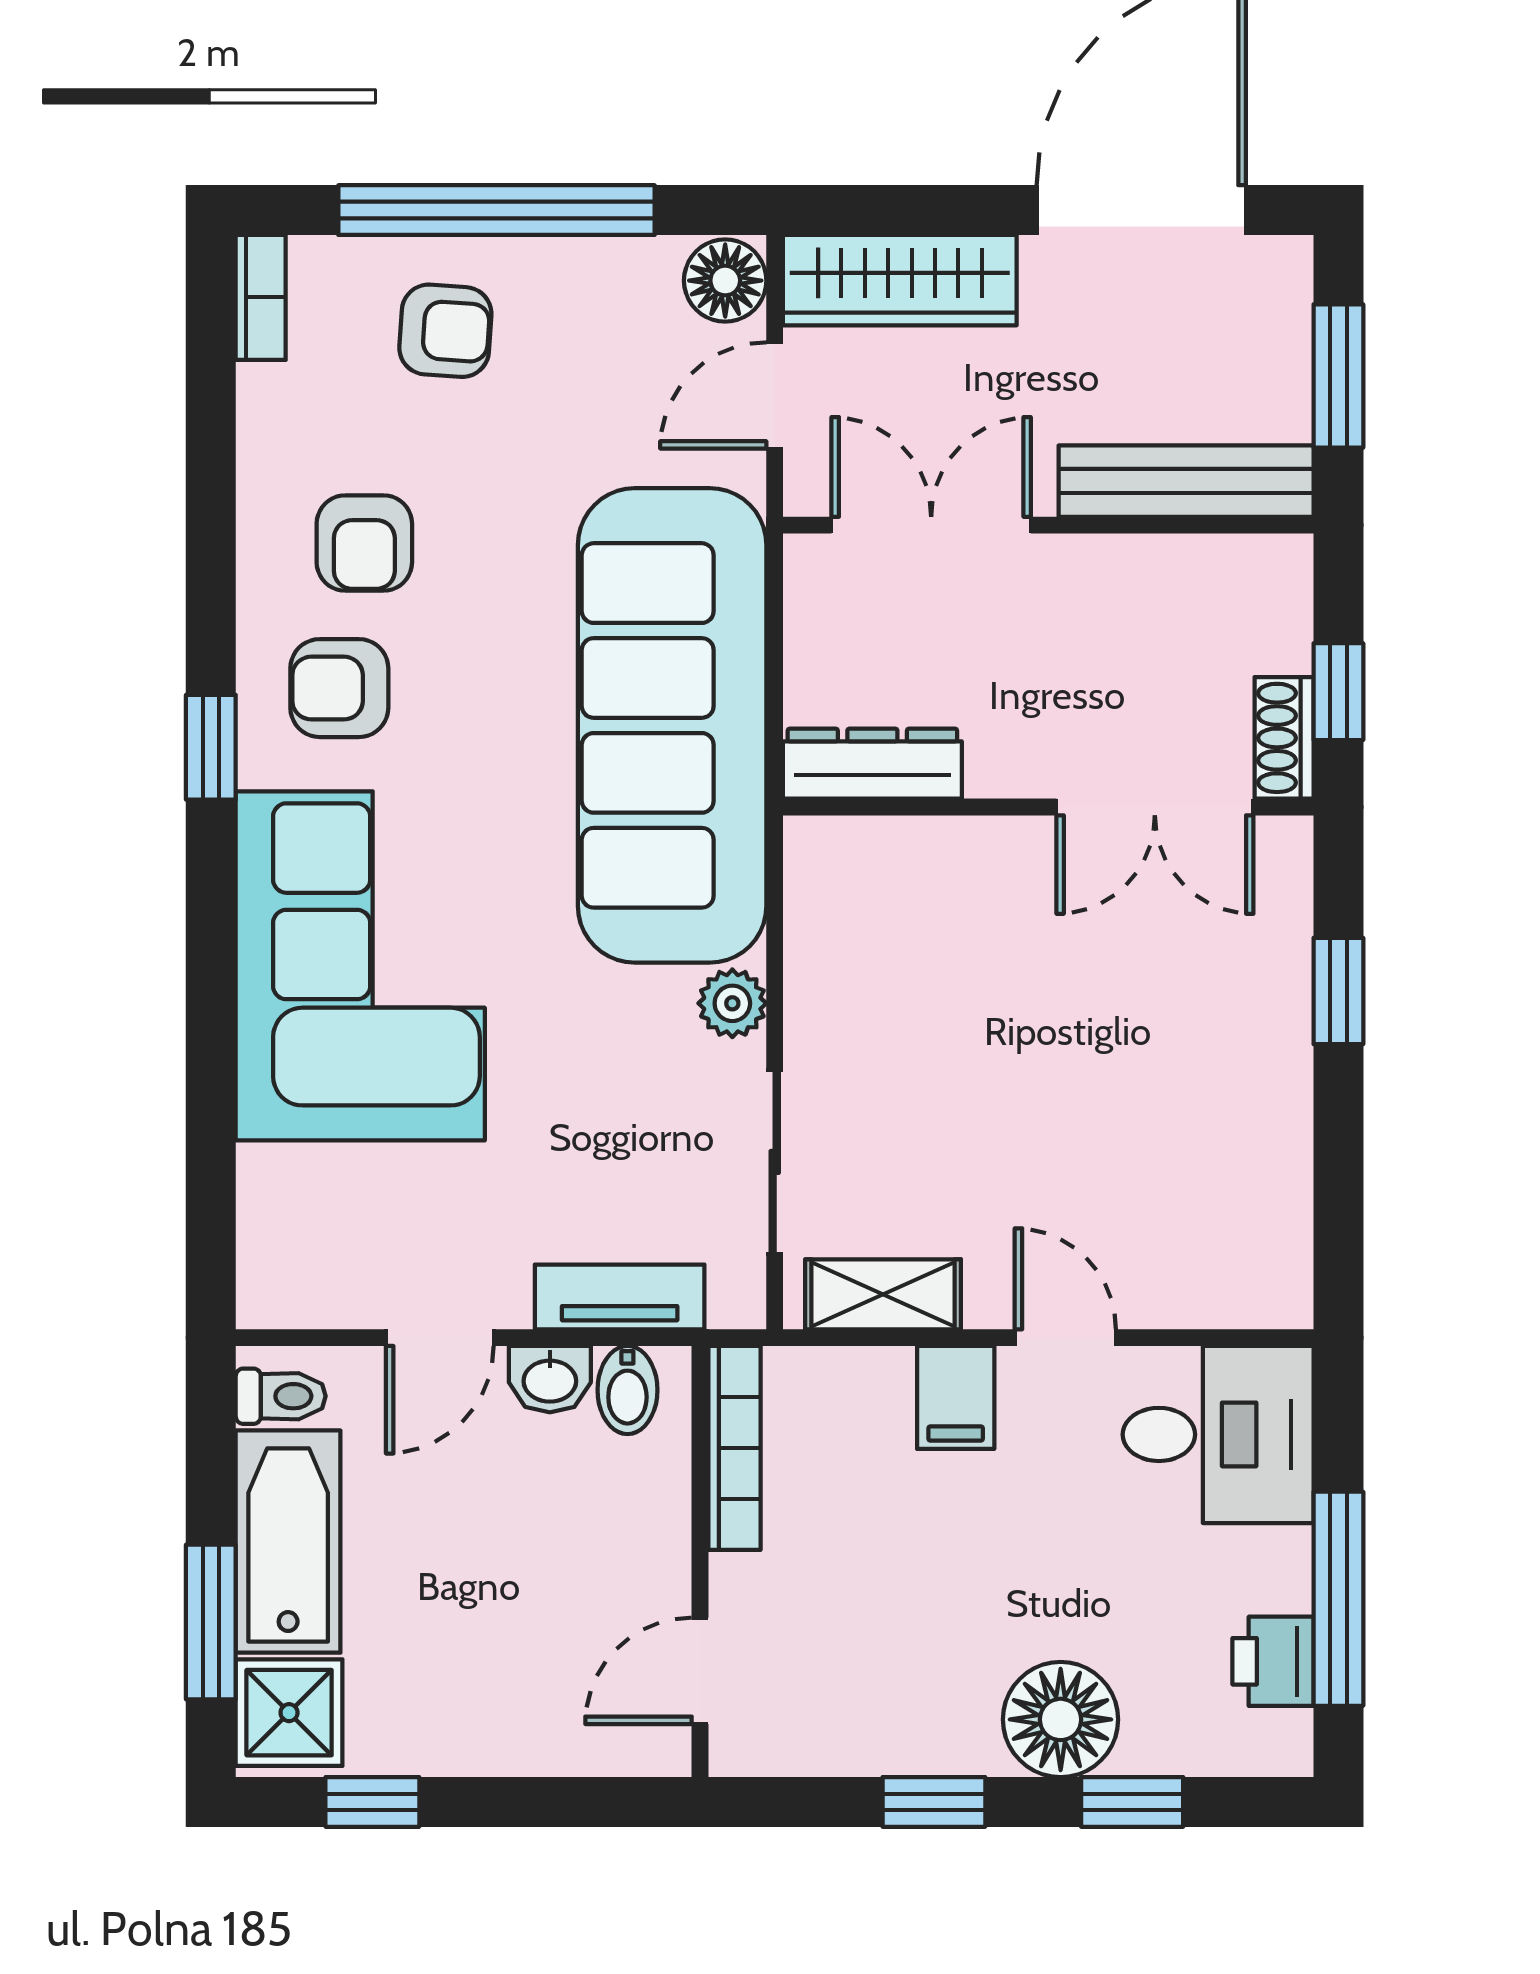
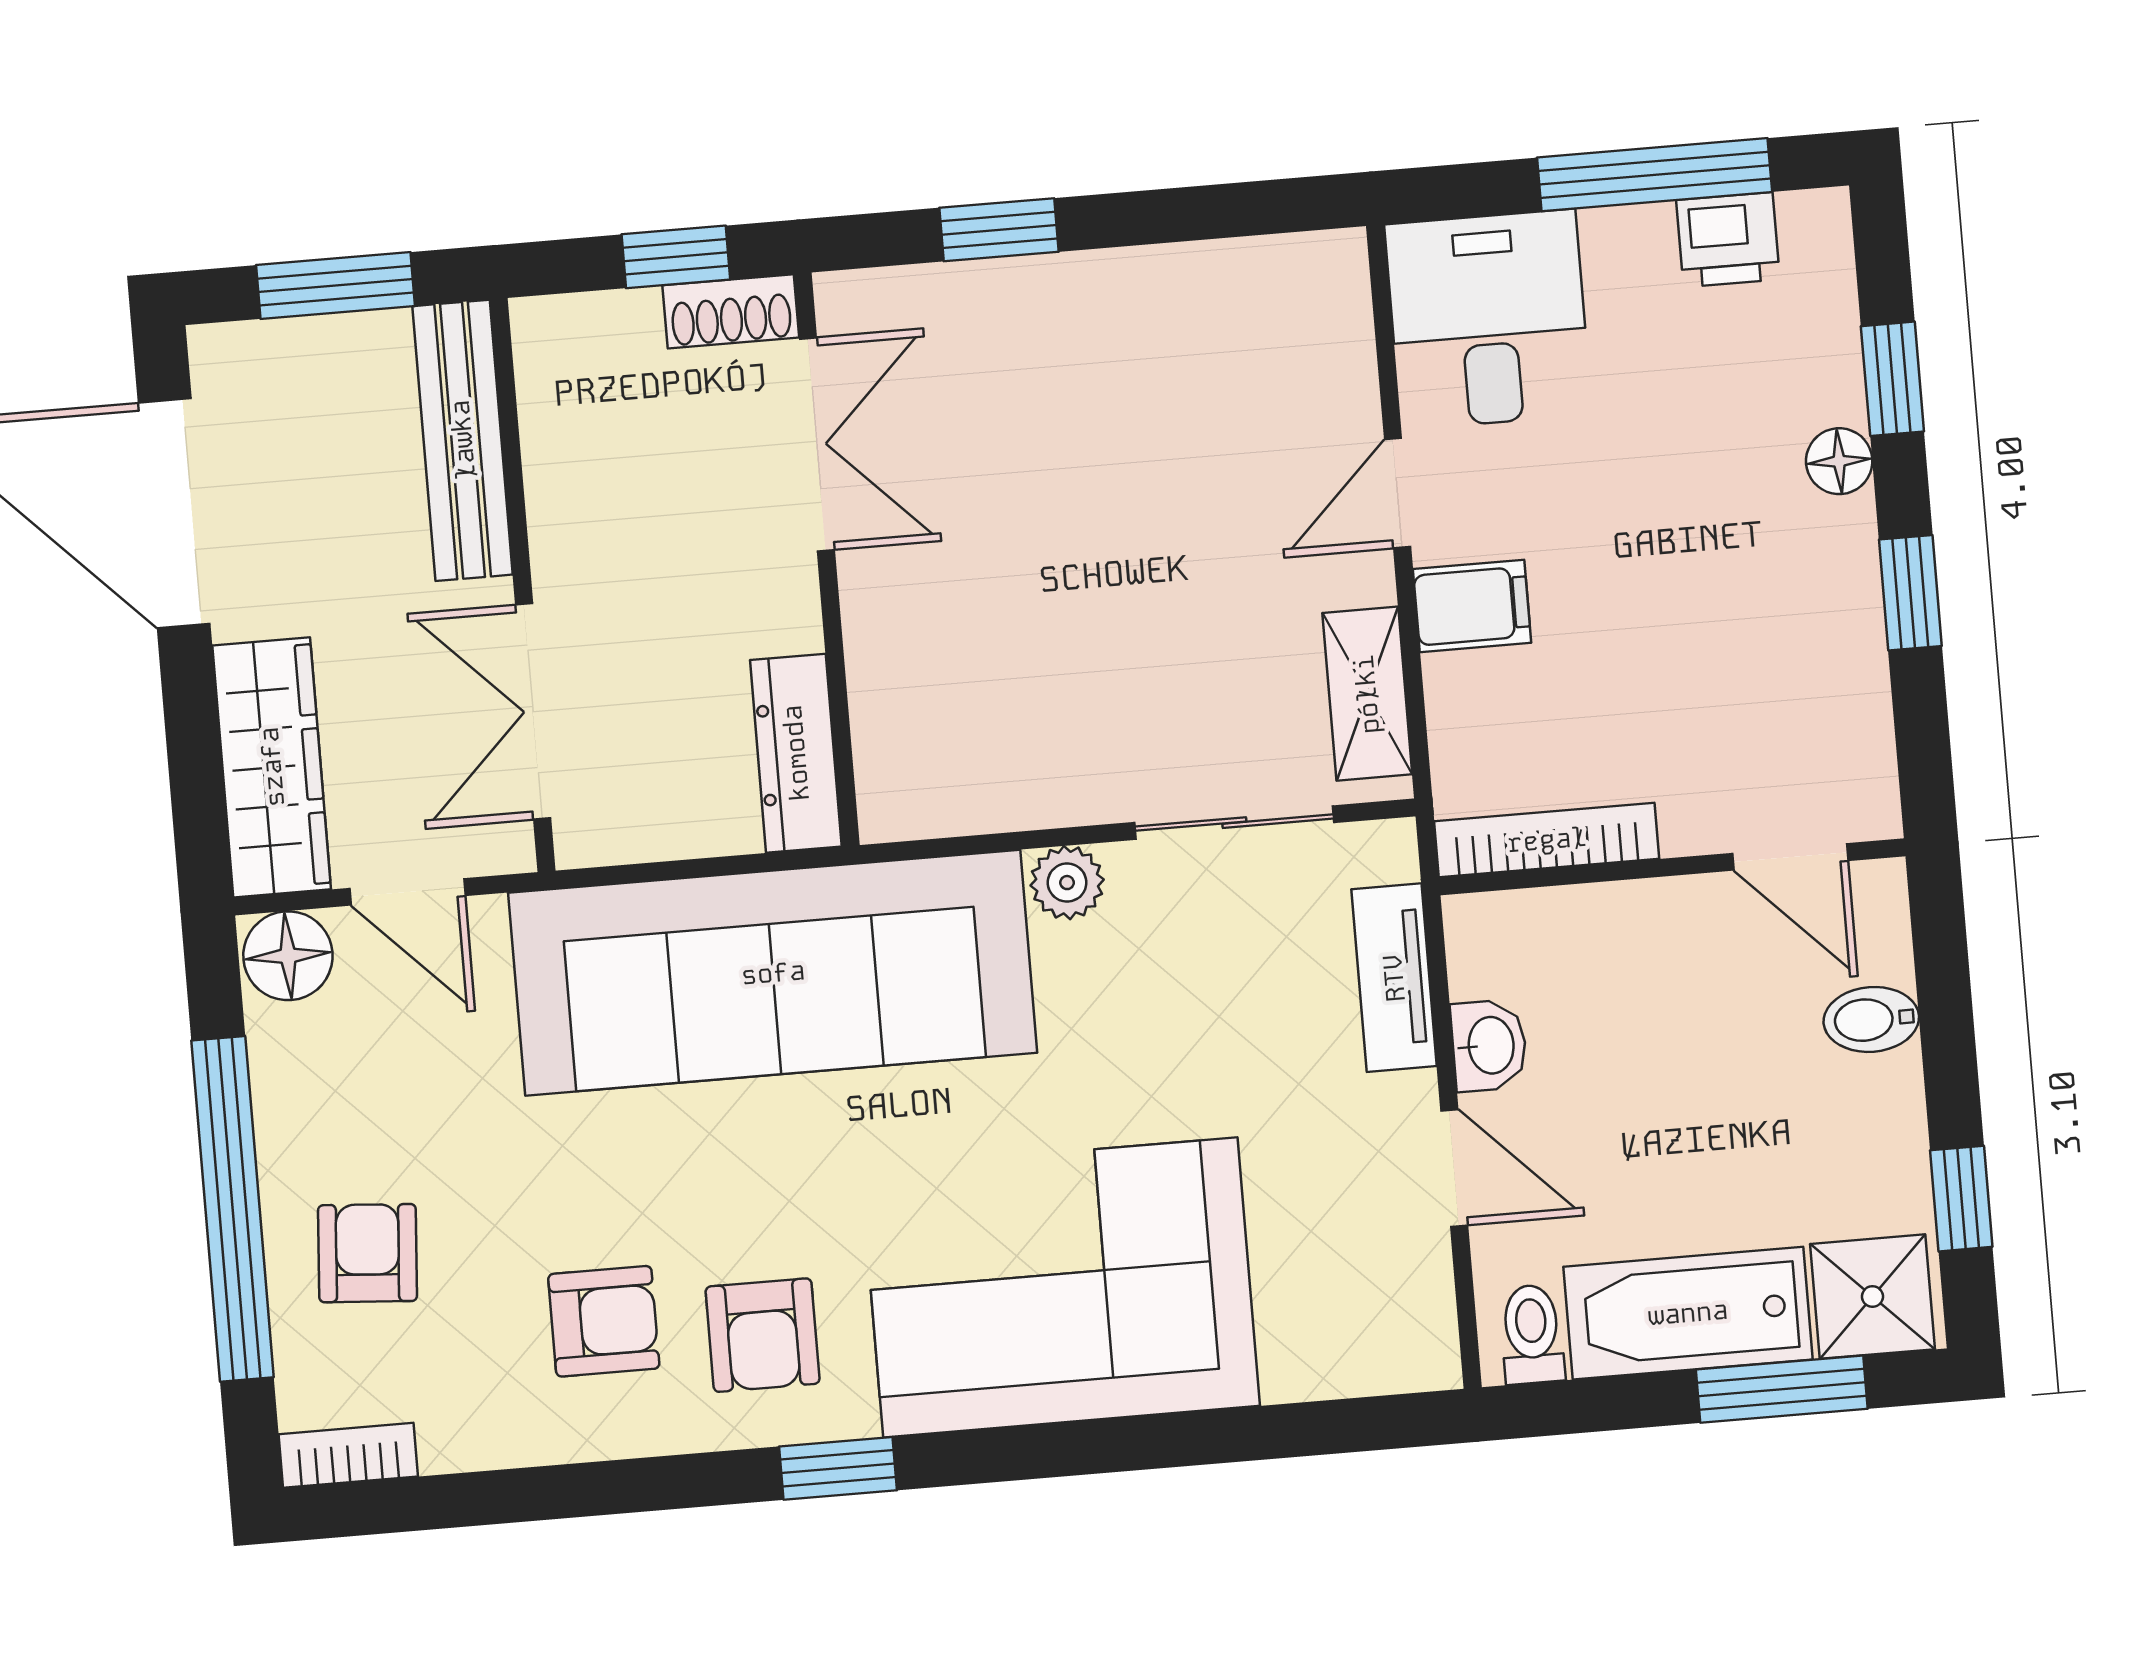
bidet: (627, 1390) -> (1871, 1019), moved, turned 180
floor lamp: (1061, 1719) -> (1839, 461), width x0.53, depth x0.53

